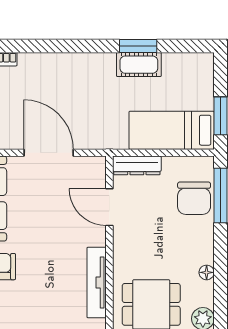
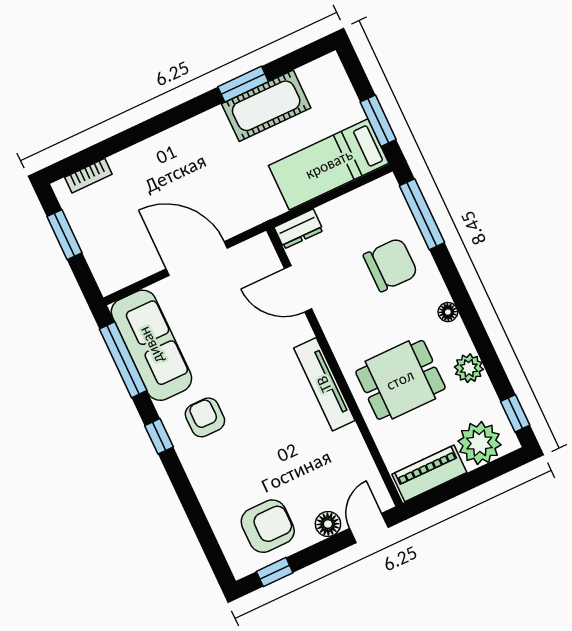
cot: (139, 65) -> (266, 106), width x1.37, depth x1.34
dresser: (137, 165) -> (299, 229), width x0.70
chair: (194, 198) -> (391, 265), moved, turned -90

